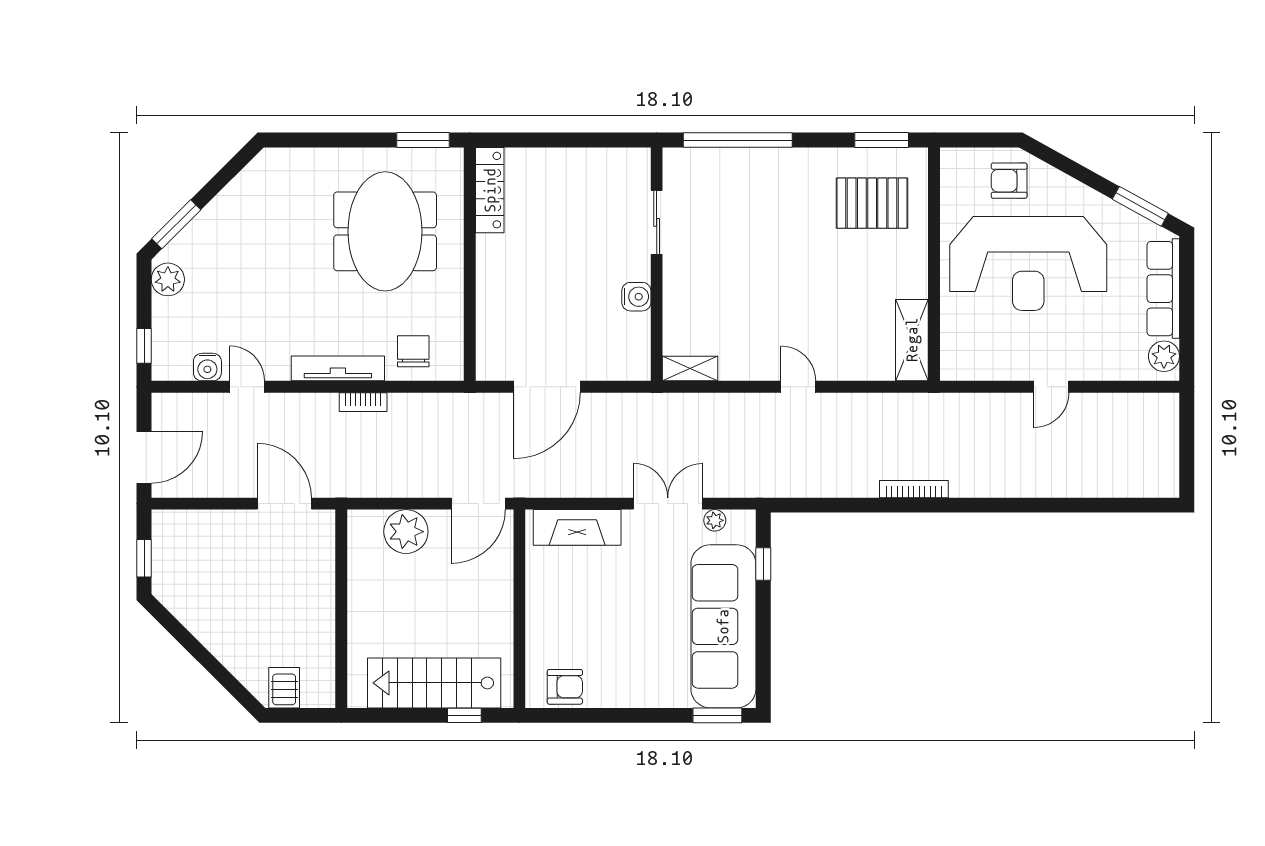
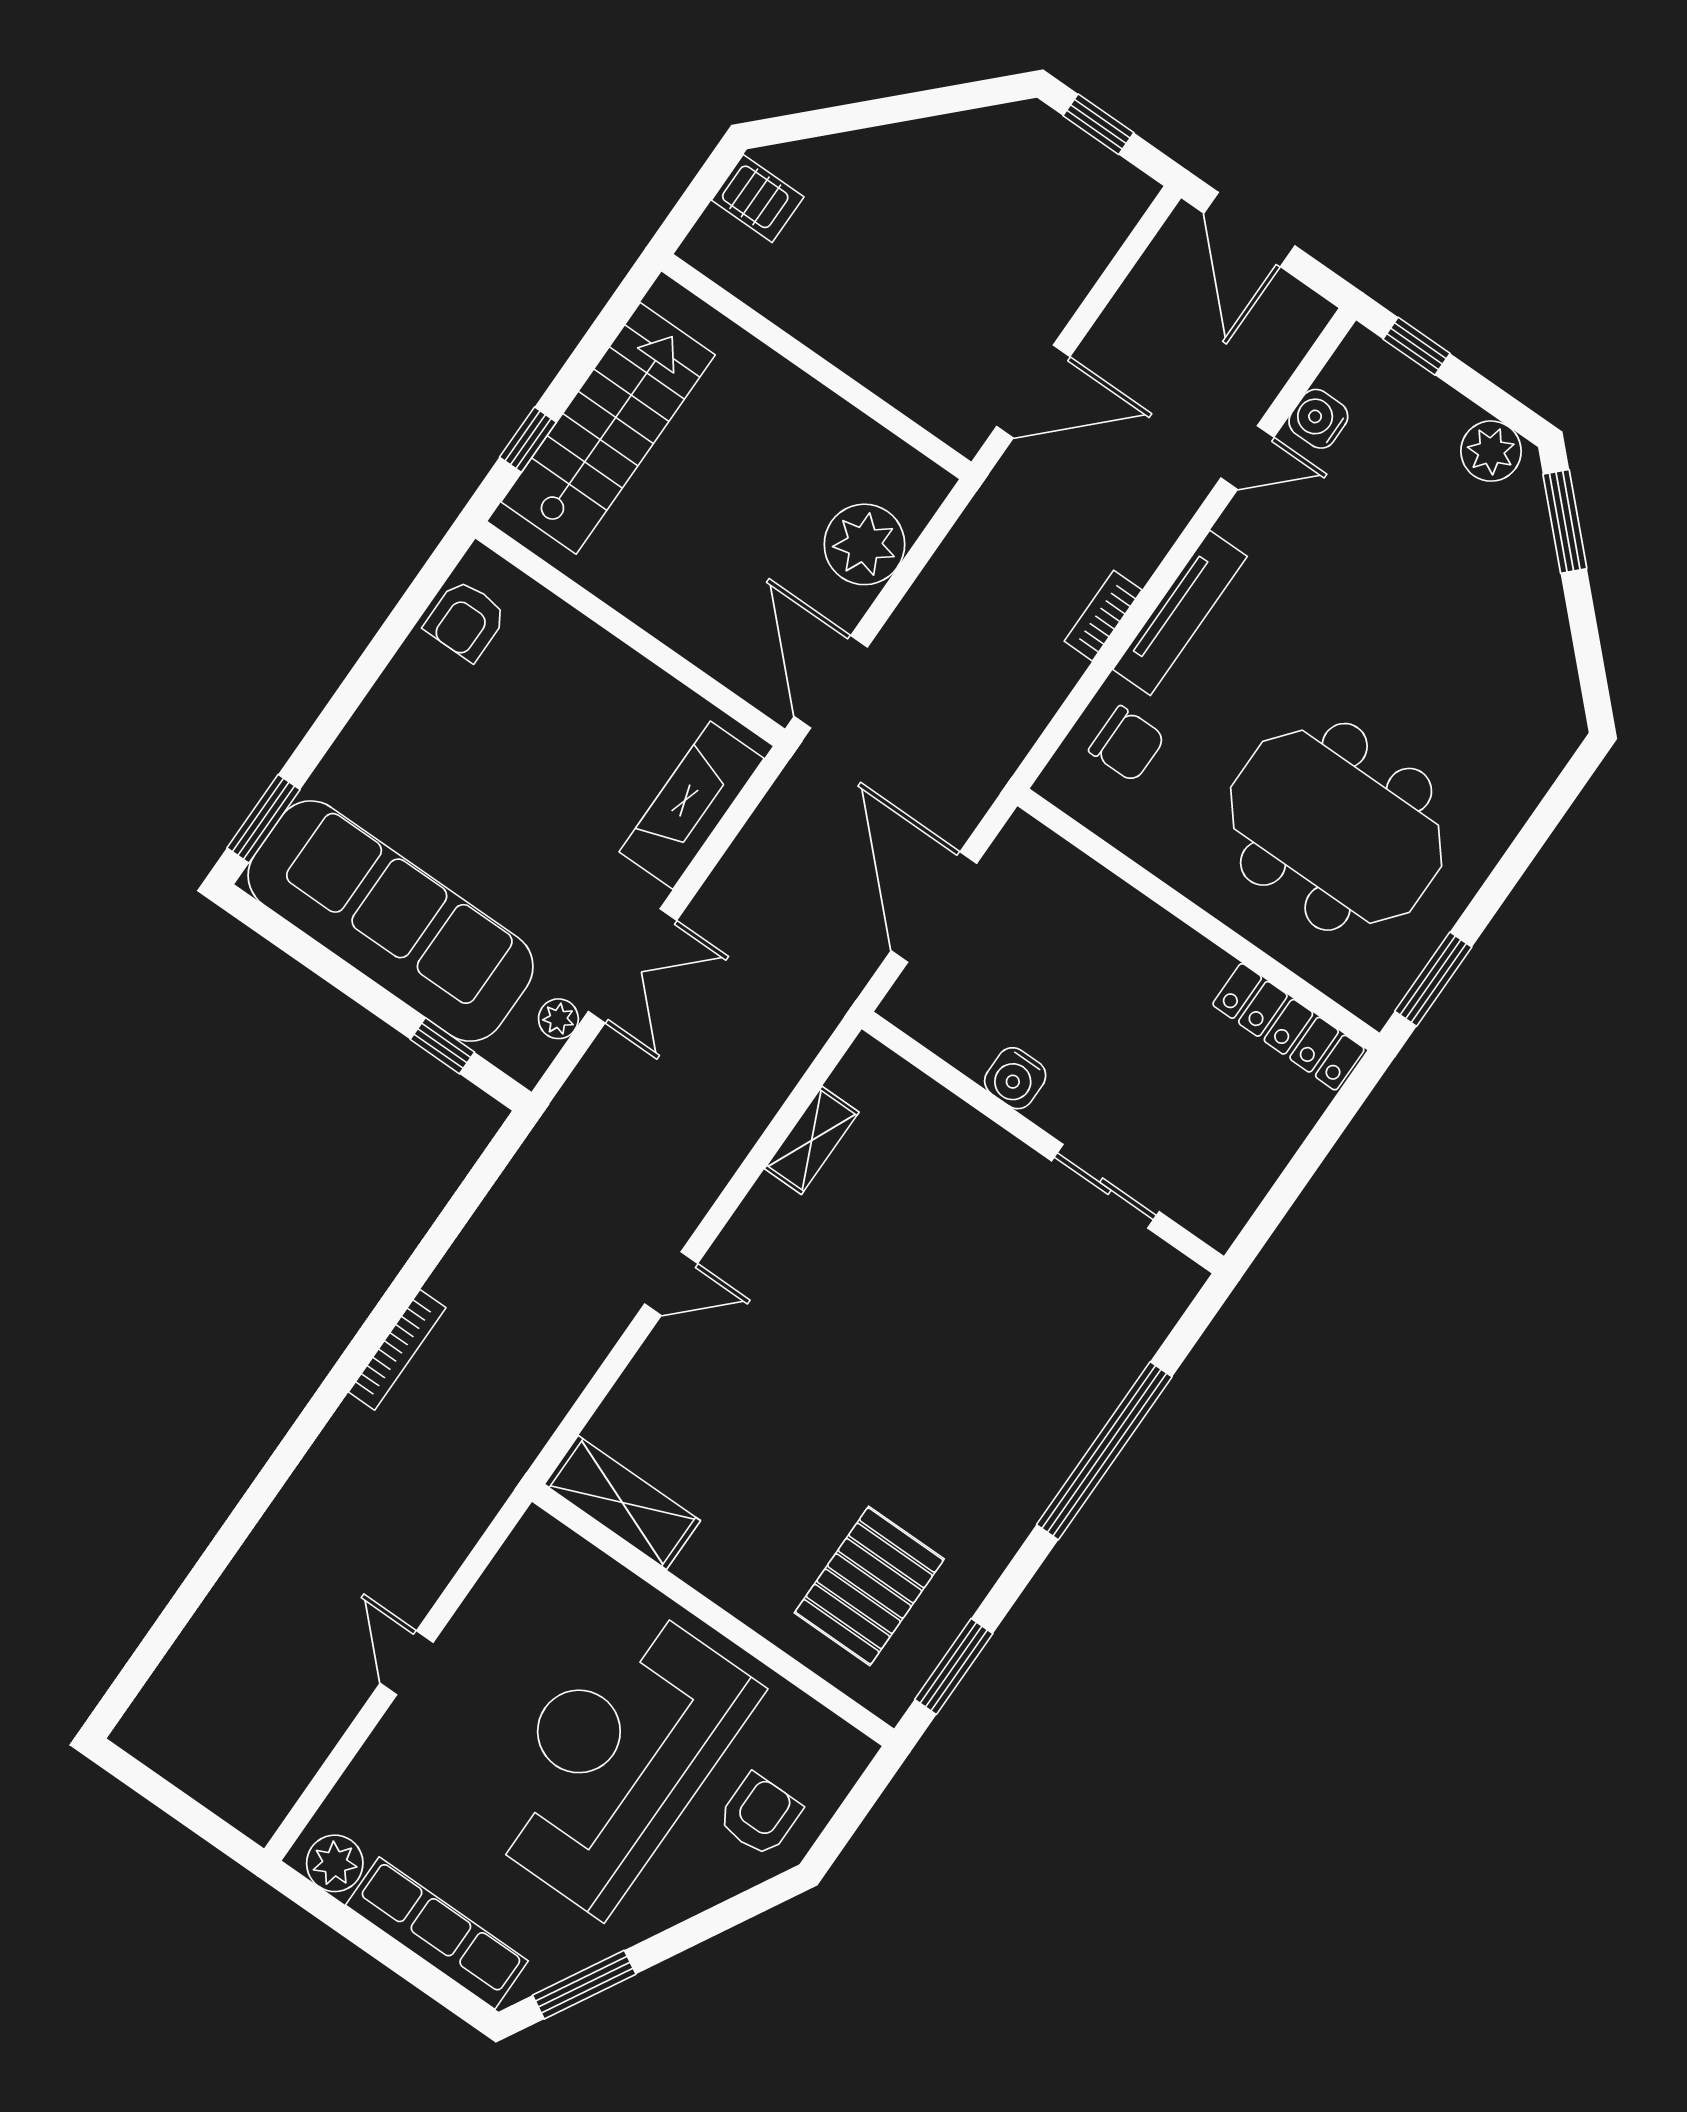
sliding door: (657, 222) -> (1105, 1186), moved
wall: (657, 264) -> (1043, 1143), moved
water cooler: (636, 297) -> (1015, 1078), moved

